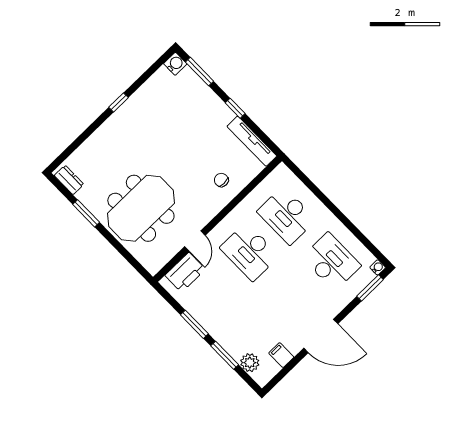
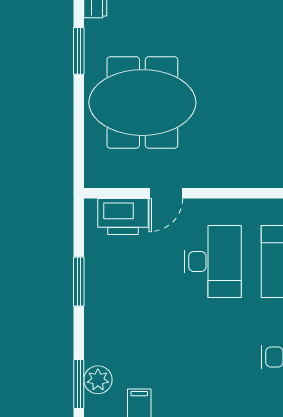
chair: (221, 180) -> (257, 156), removed
desk: (249, 252) -> (213, 262), turned 180
window: (225, 355) -> (79, 384), moved

